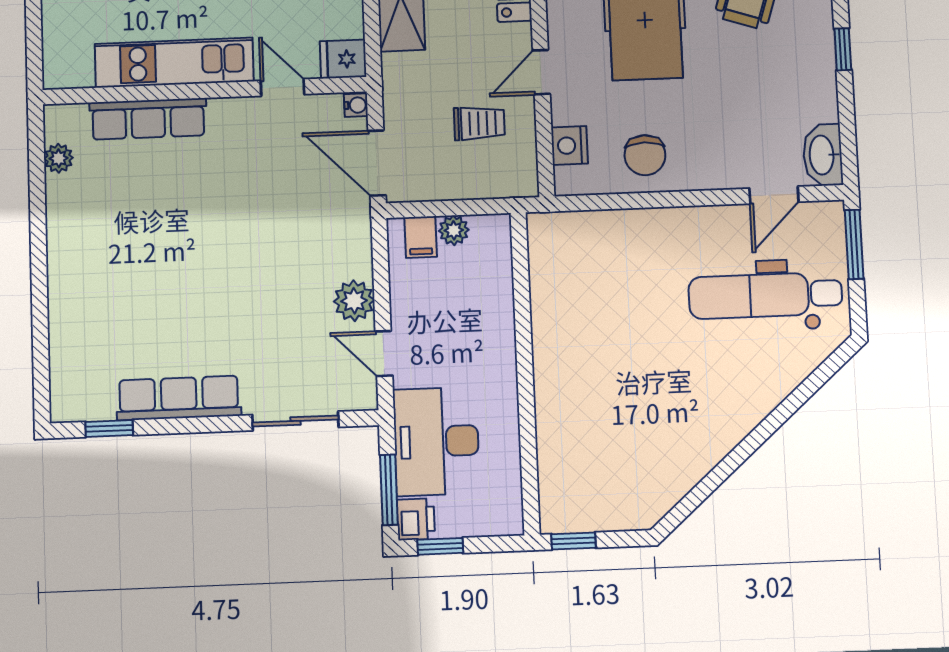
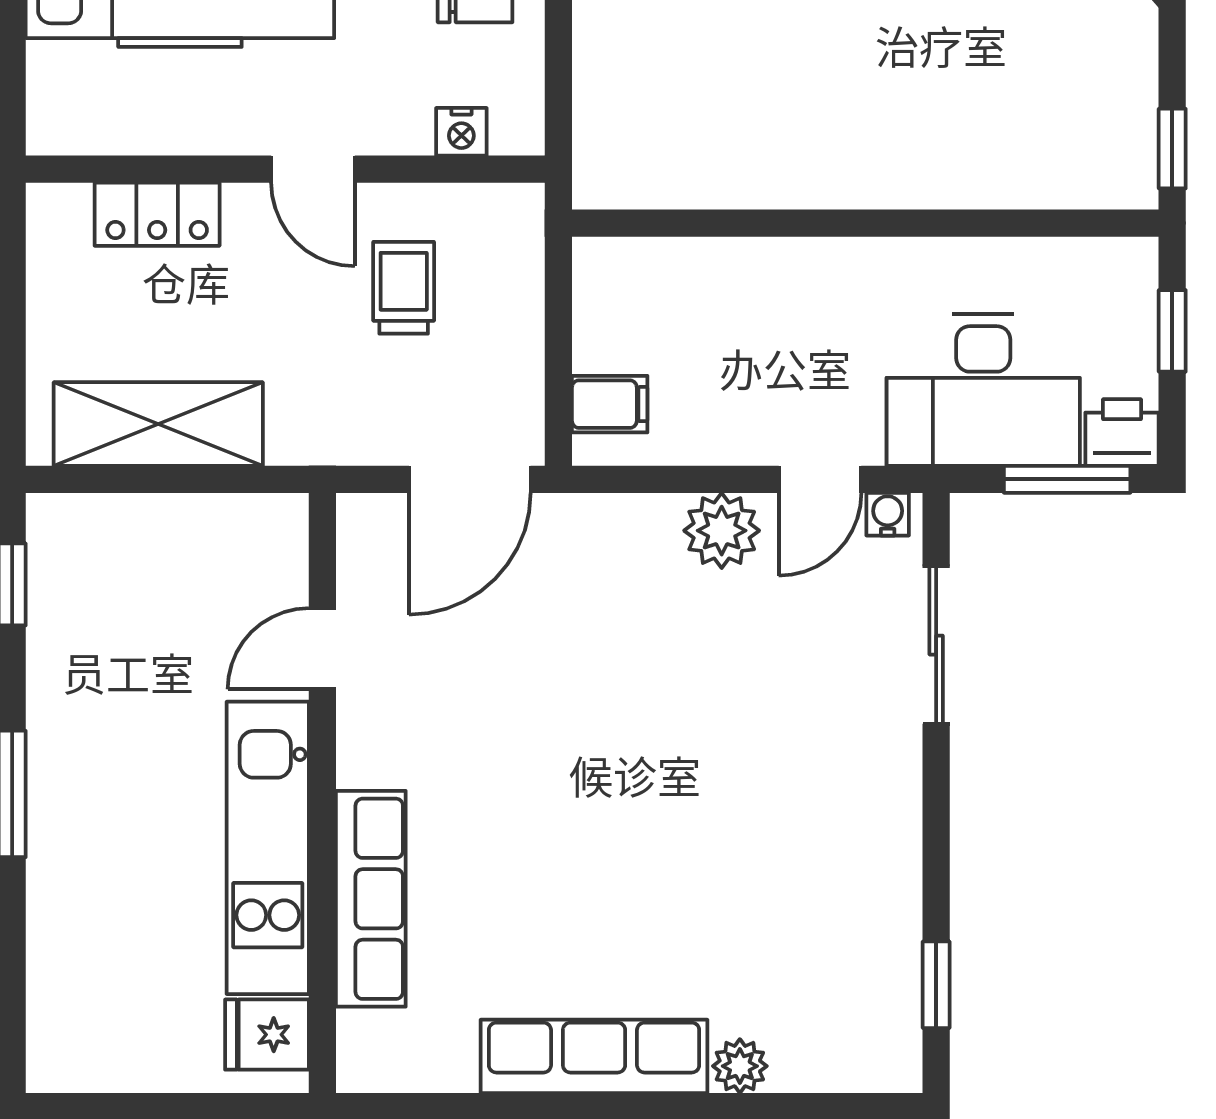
fridge: (343, 59) -> (267, 1035), moved, turned 90
water cooler: (356, 105) -> (888, 514), moved
nightstand: (569, 146) -> (461, 132), width x0.72, depth x0.74
plant: (59, 158) -> (740, 1066), moved
plant: (454, 230) -> (600, 343), removed
row of seats: (179, 398) -> (594, 1056), moved, turned 90
window: (440, 546) -> (1172, 331), moved

